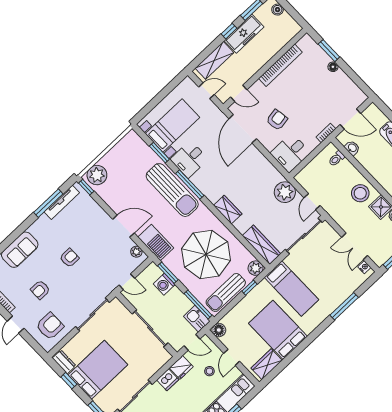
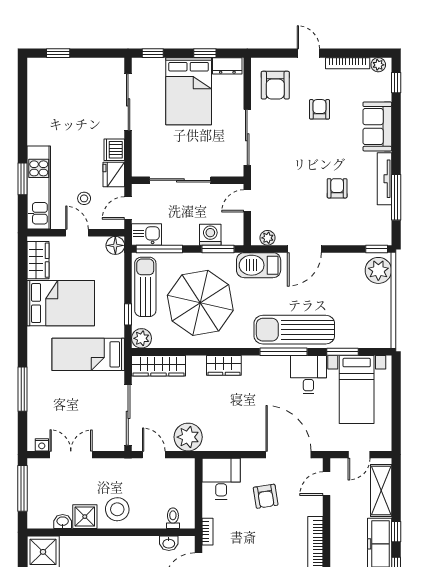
tv unit: (62, 202) -> (384, 179), moved
armchair: (69, 258) -> (337, 188), moved, turned 180

